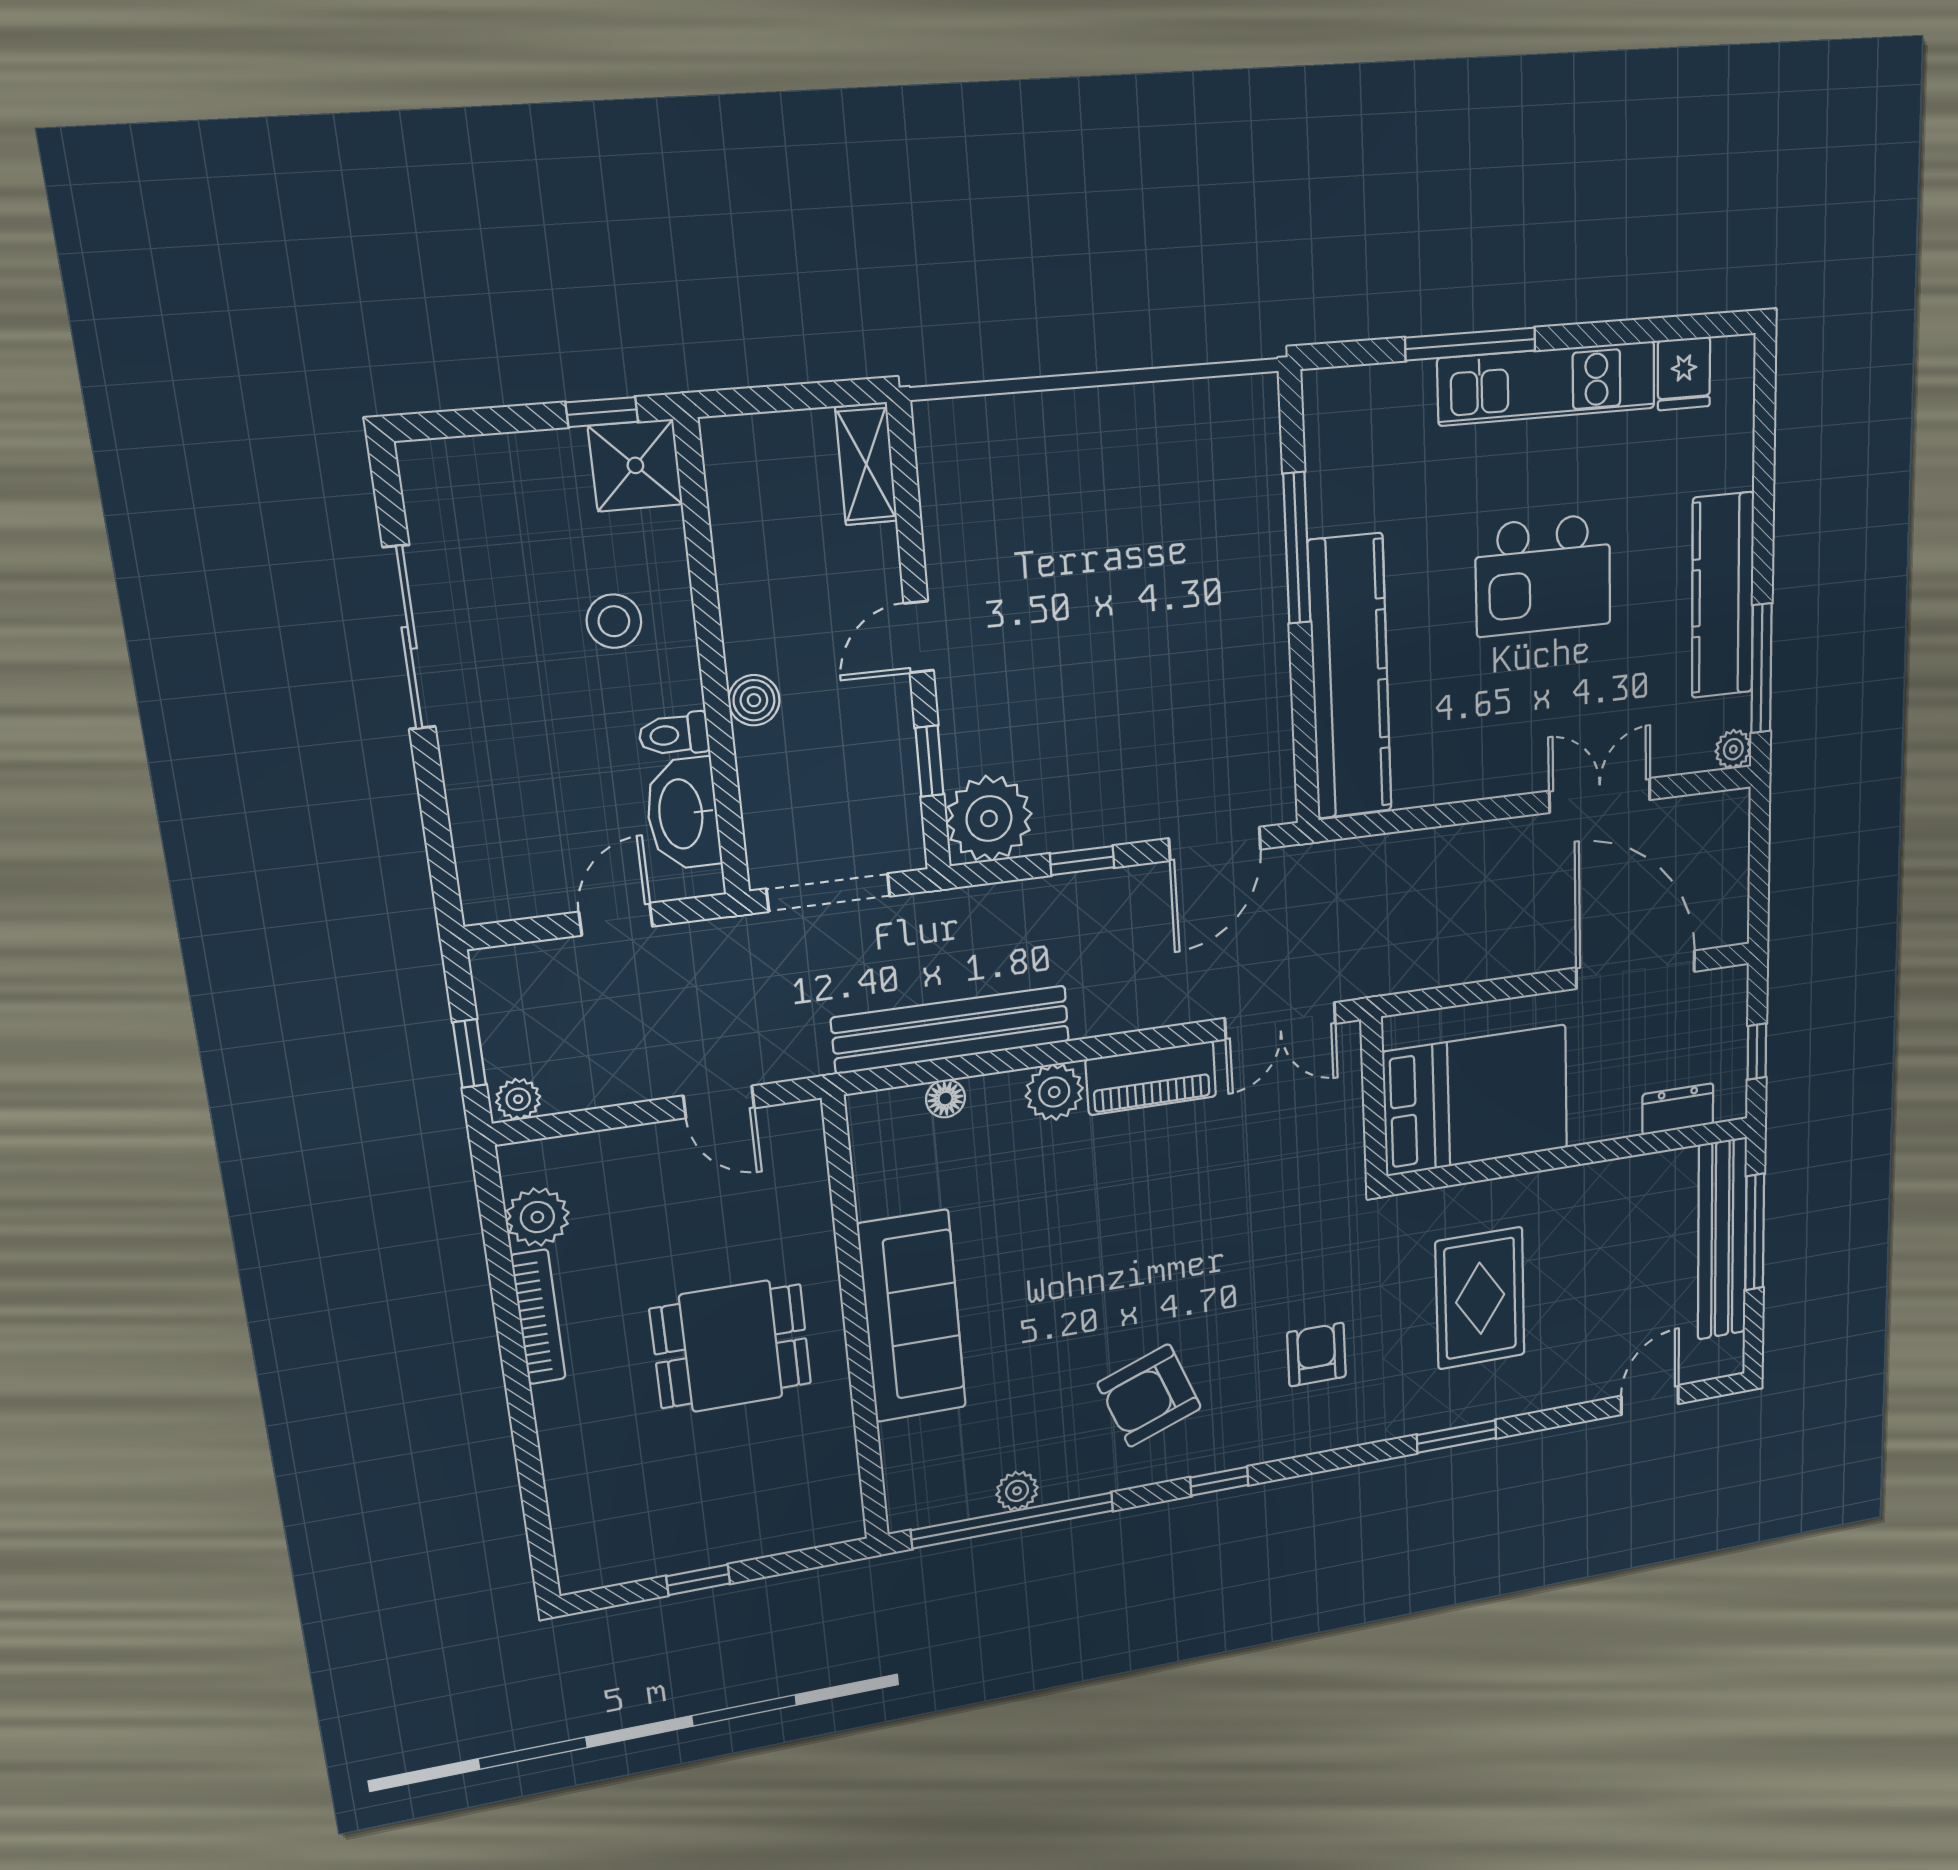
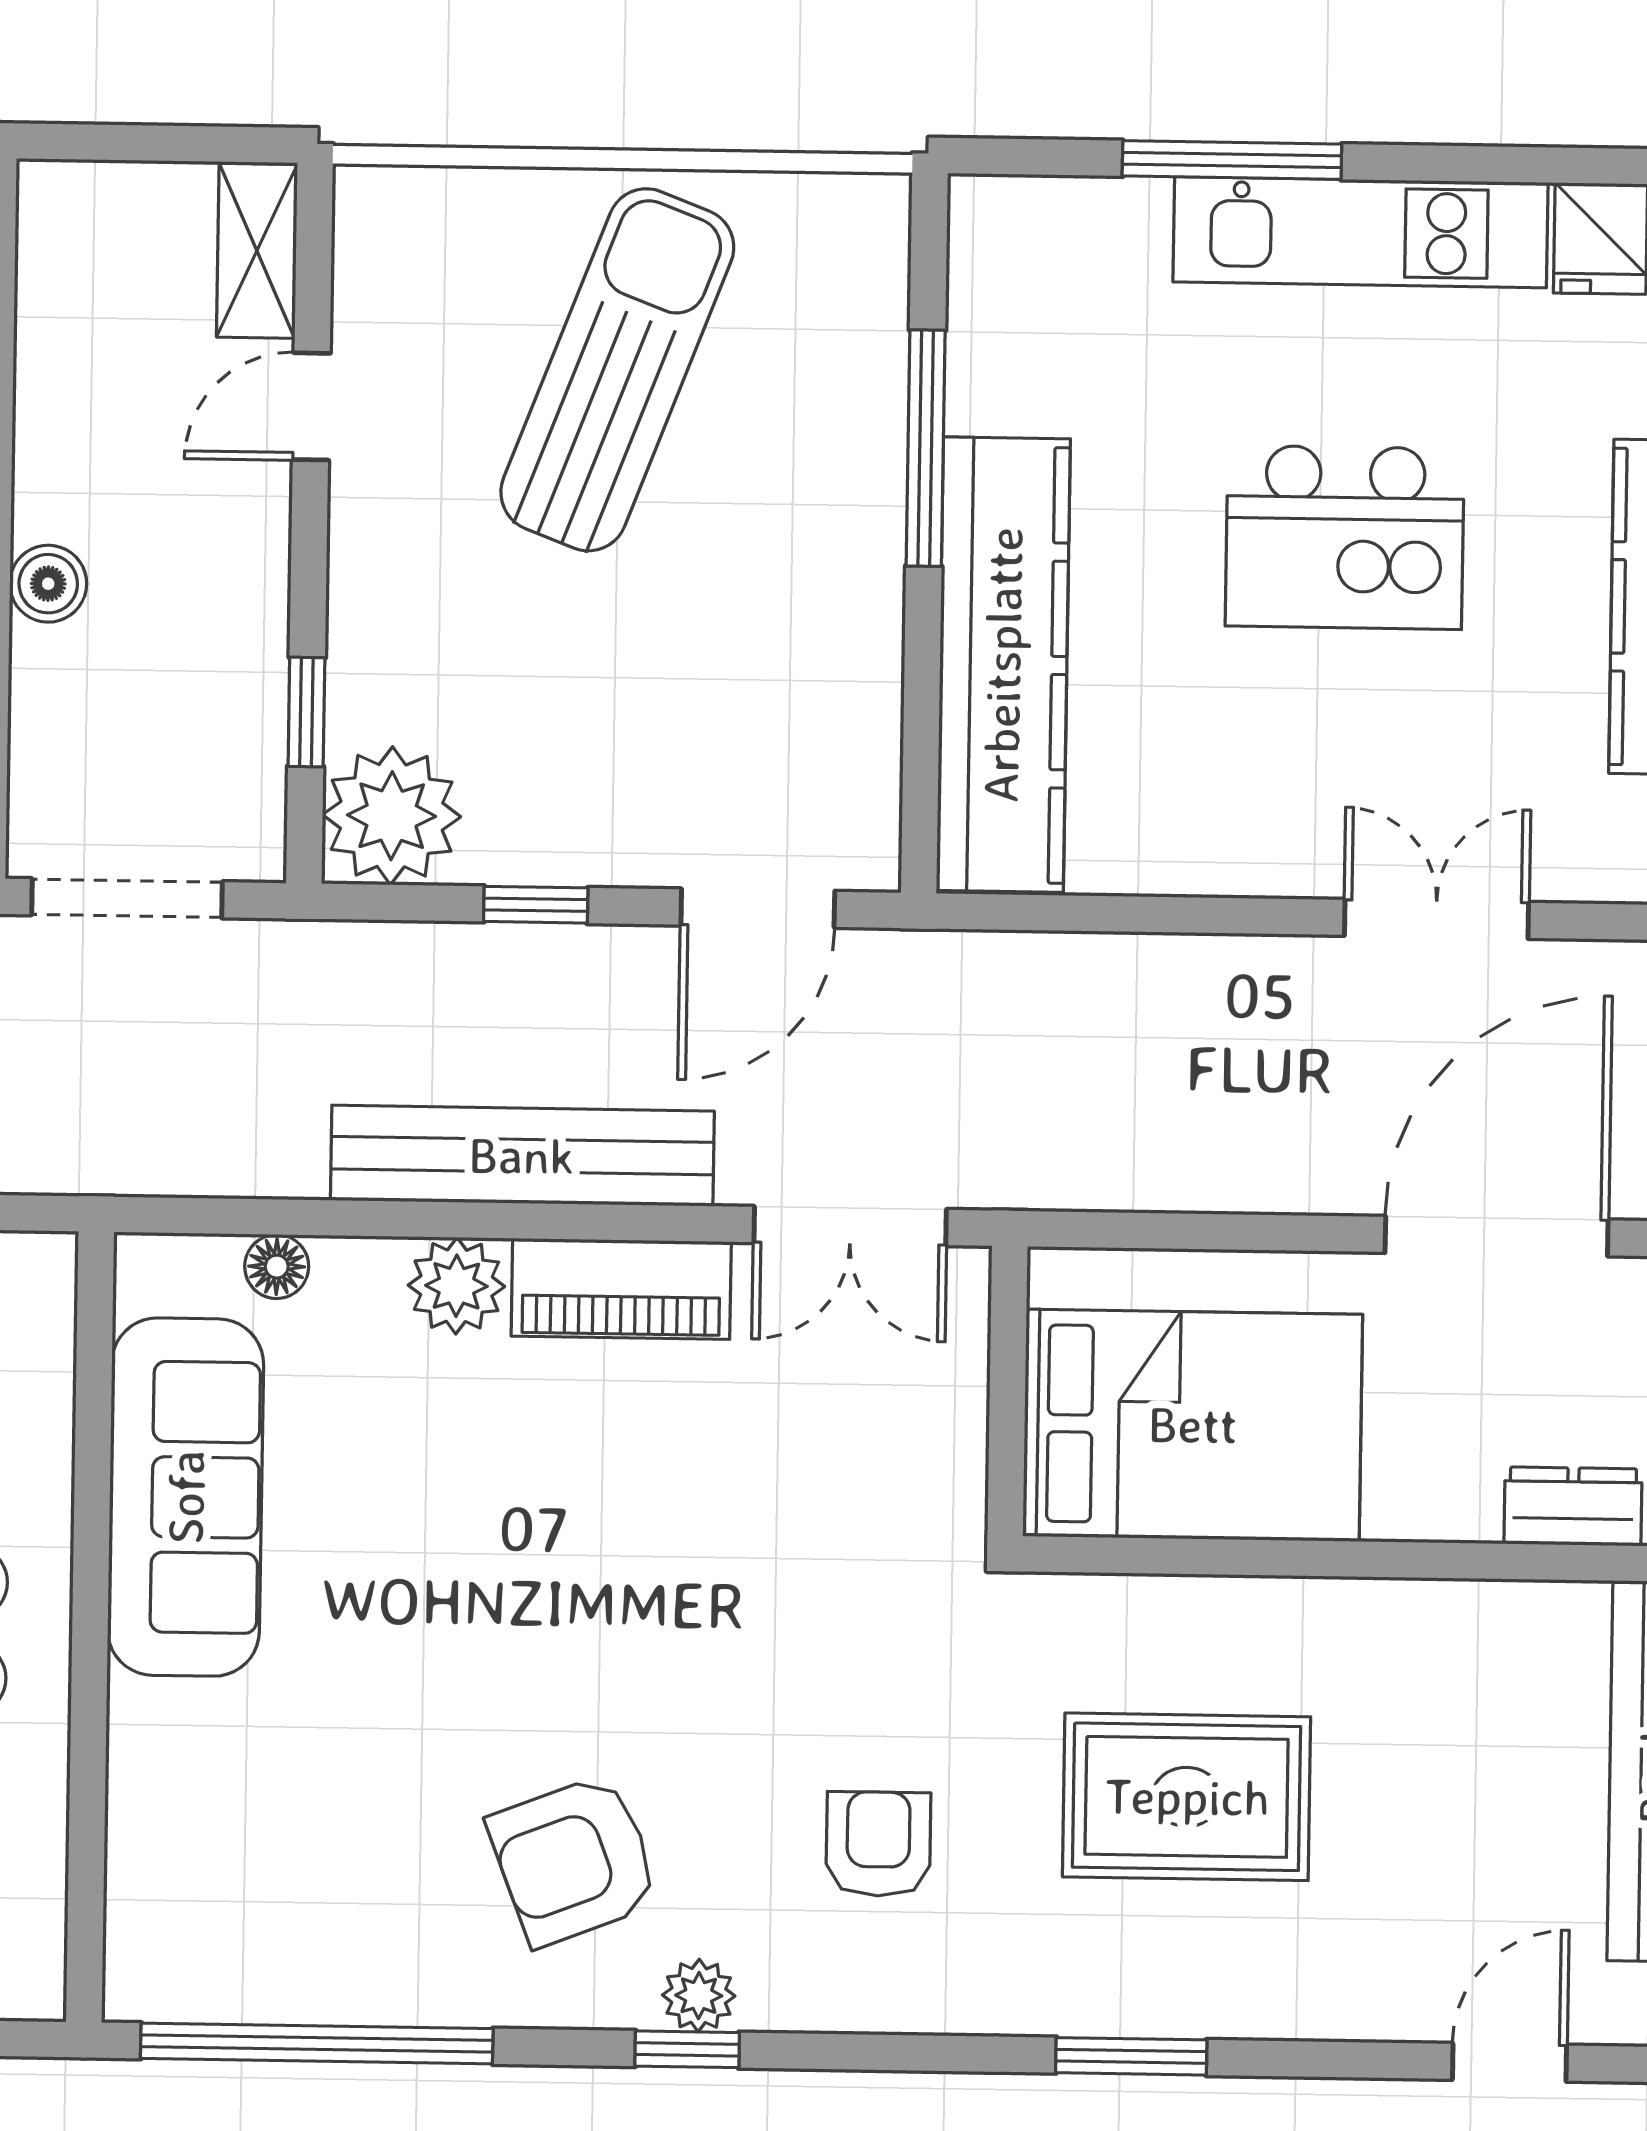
sun lounger: (1105, 519) -> (617, 370), added
door: (919, 637) -> (311, 406), moved
door: (1636, 970) -> (1497, 1236), hinge flipped
bench: (951, 1030) -> (522, 1156), moved
rug: (1480, 1298) -> (1187, 1797), turned 90
sofa: (912, 1316) -> (186, 1497), moved
plant: (1017, 1491) -> (699, 1996), moved

